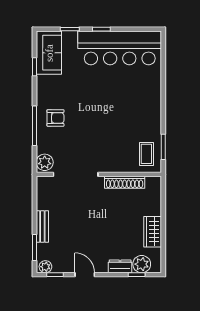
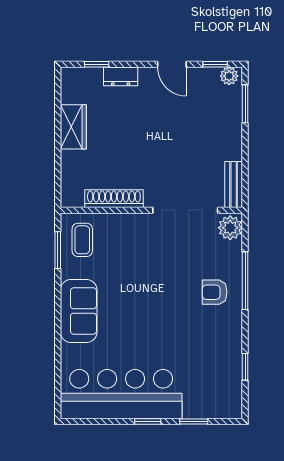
sofa: (49, 53) -> (79, 311), moved, turned 180
bench: (42, 226) -> (234, 185), moved
plant: (142, 264) -> (89, 80), removed

